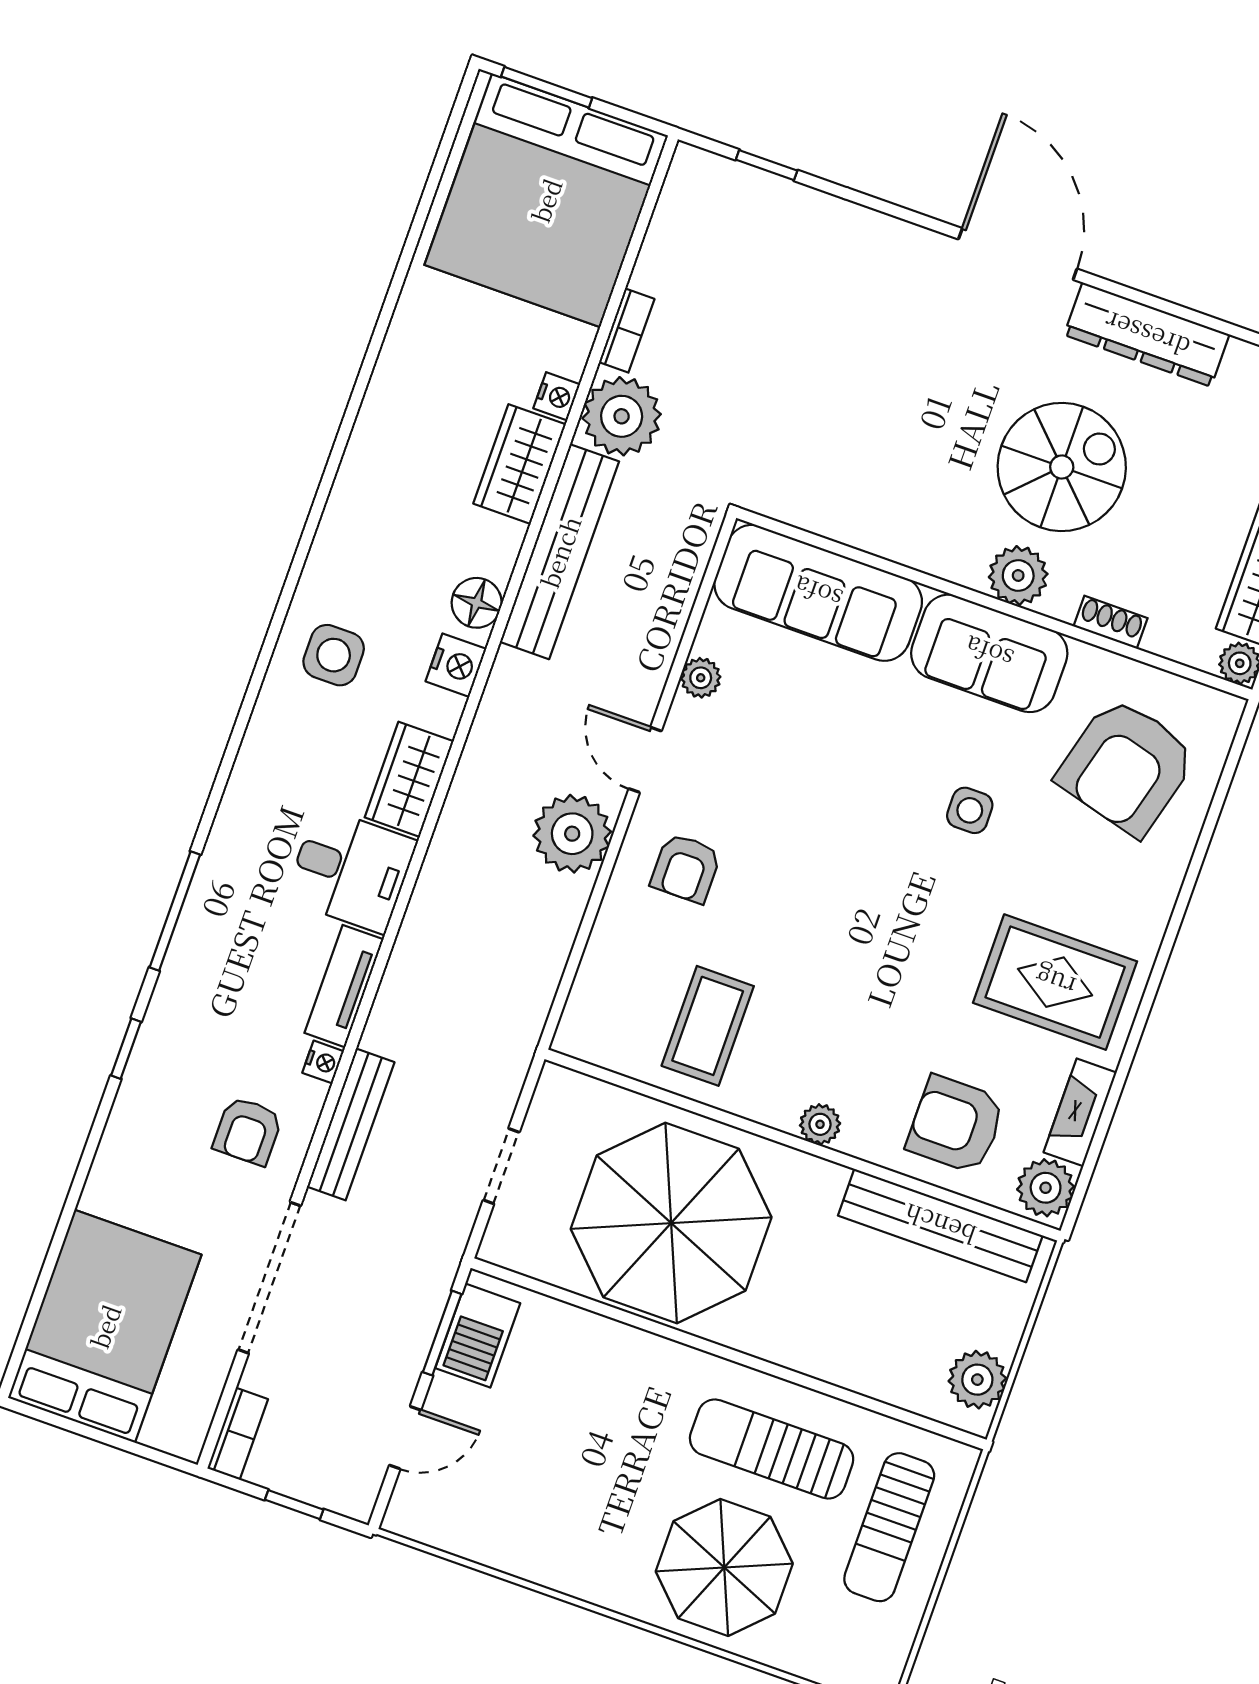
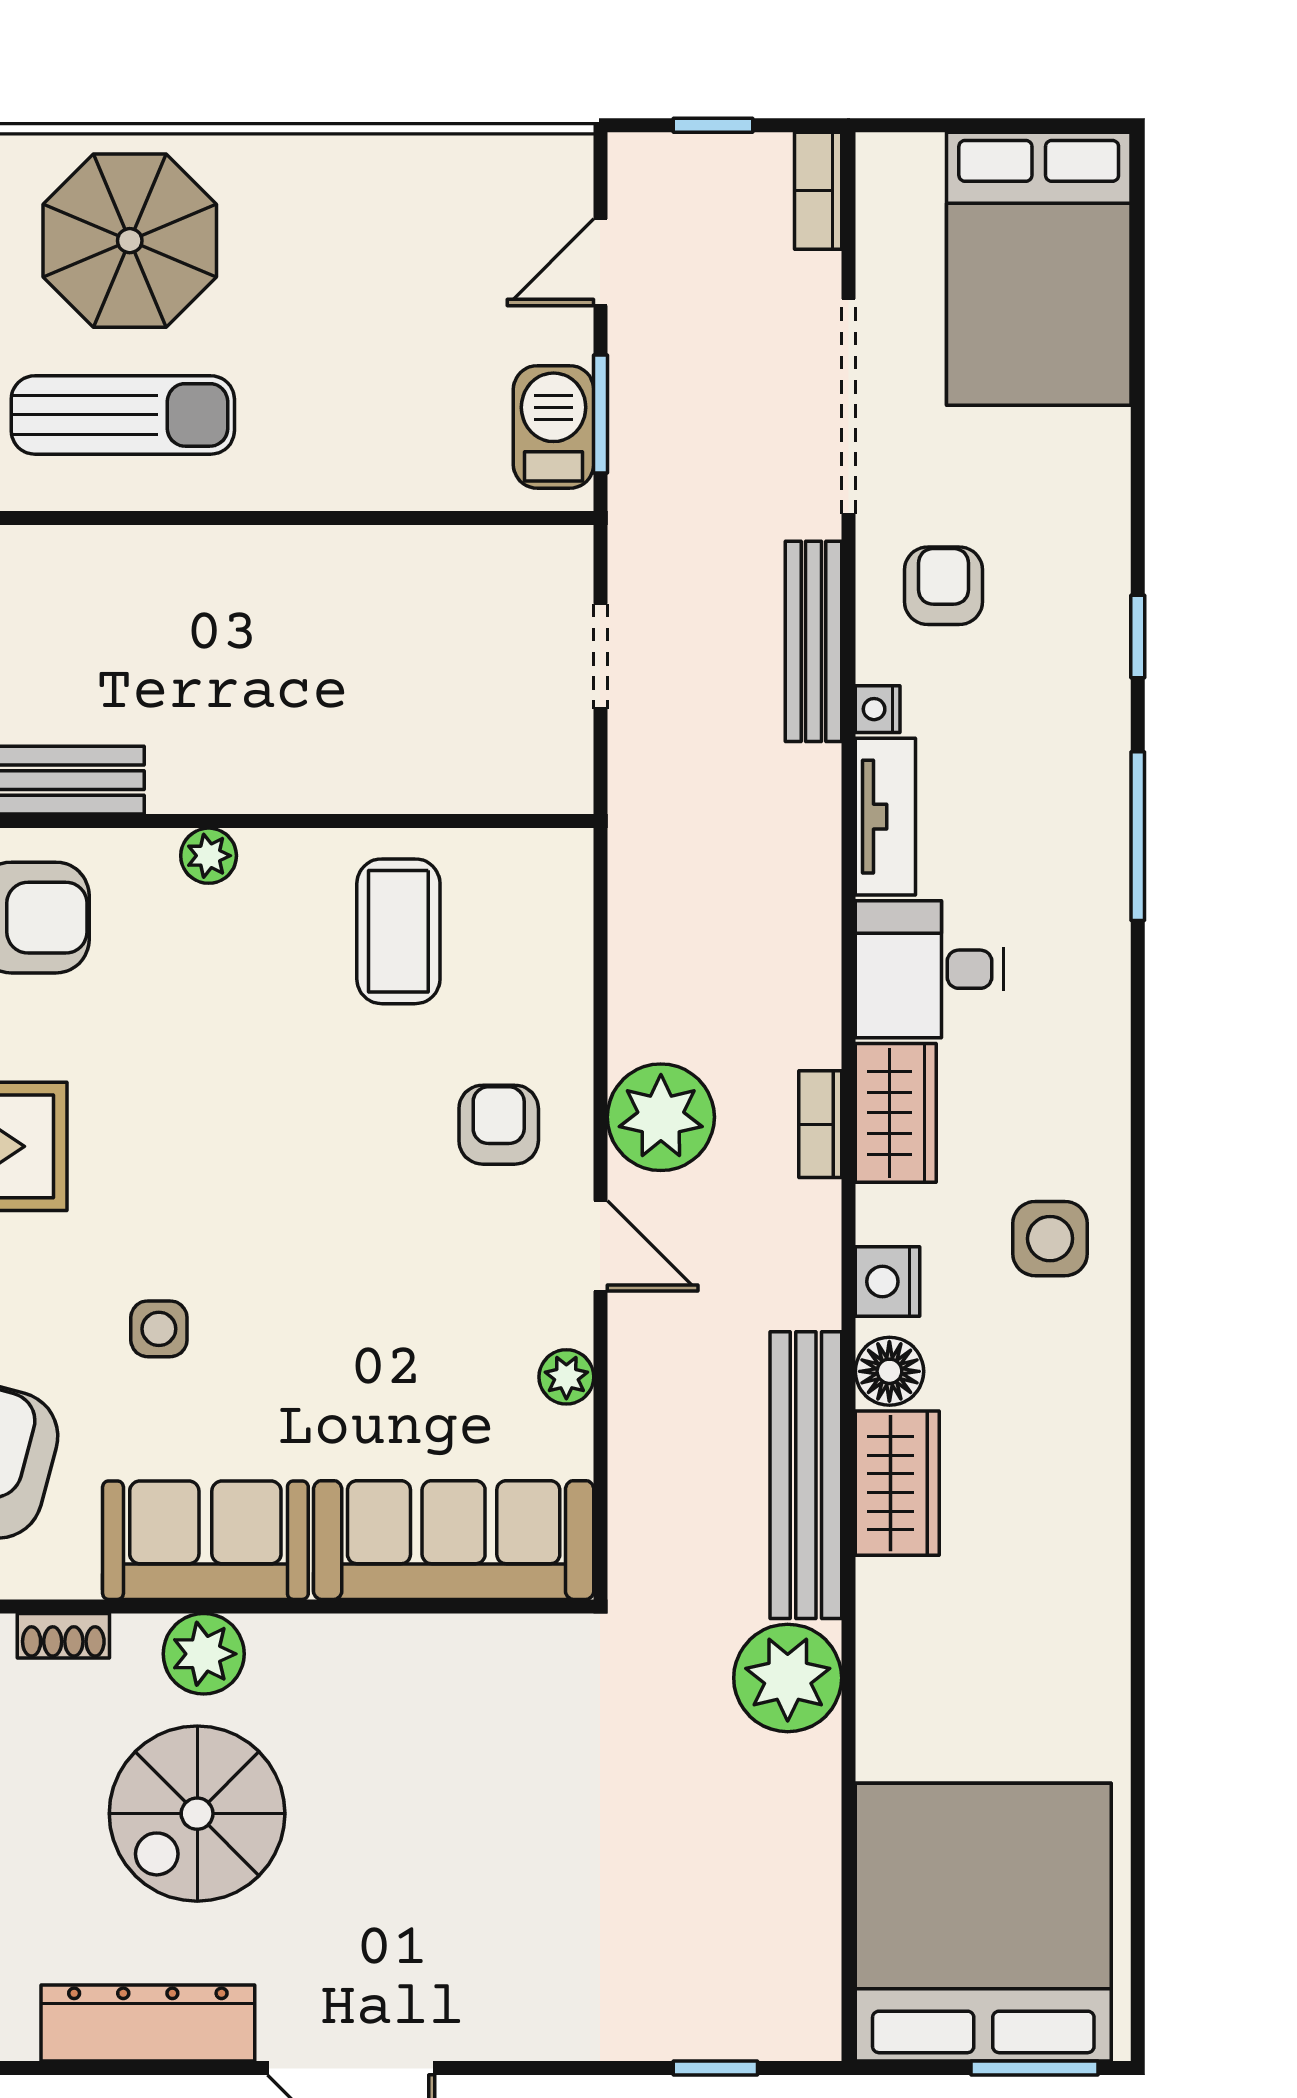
bookcase: (627, 331) -> (820, 1124), moved
nightstand: (557, 396) -> (880, 1674), removed
wardrobe: (520, 464) -> (897, 1483), moved
parasol: (671, 1223) -> (356, 660), removed

